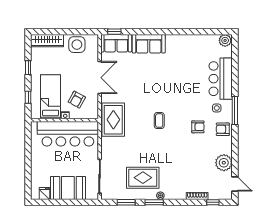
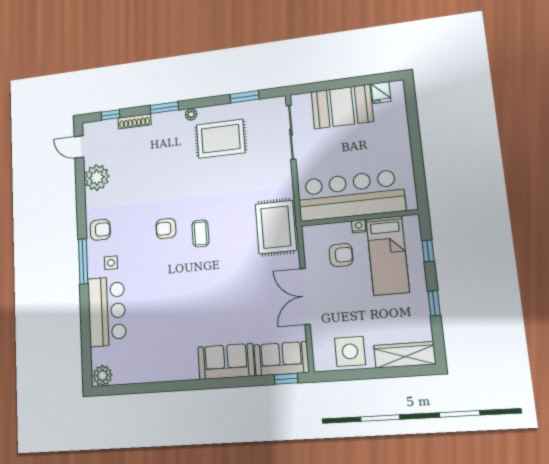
armchair: (77, 100) -> (341, 255), turned 61
armchair: (198, 127) -> (166, 229), moved
window: (154, 202) -> (164, 108), moved

